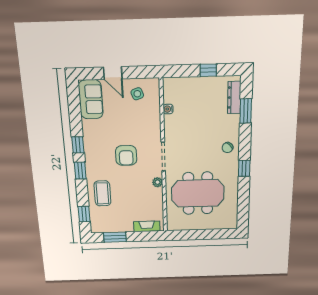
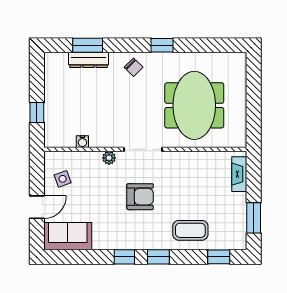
window: (208, 70) -> (37, 112), moved
dresser: (234, 97) -> (88, 60), moved
plant: (157, 182) -> (109, 158), moved

